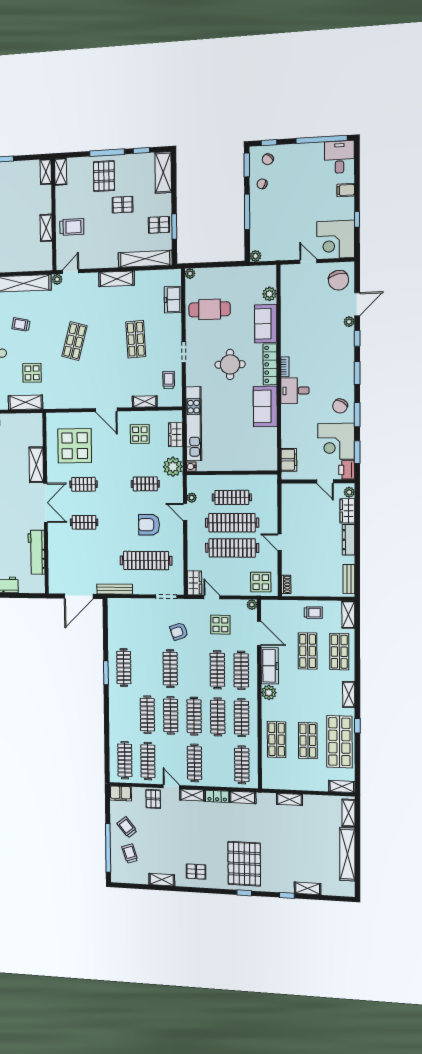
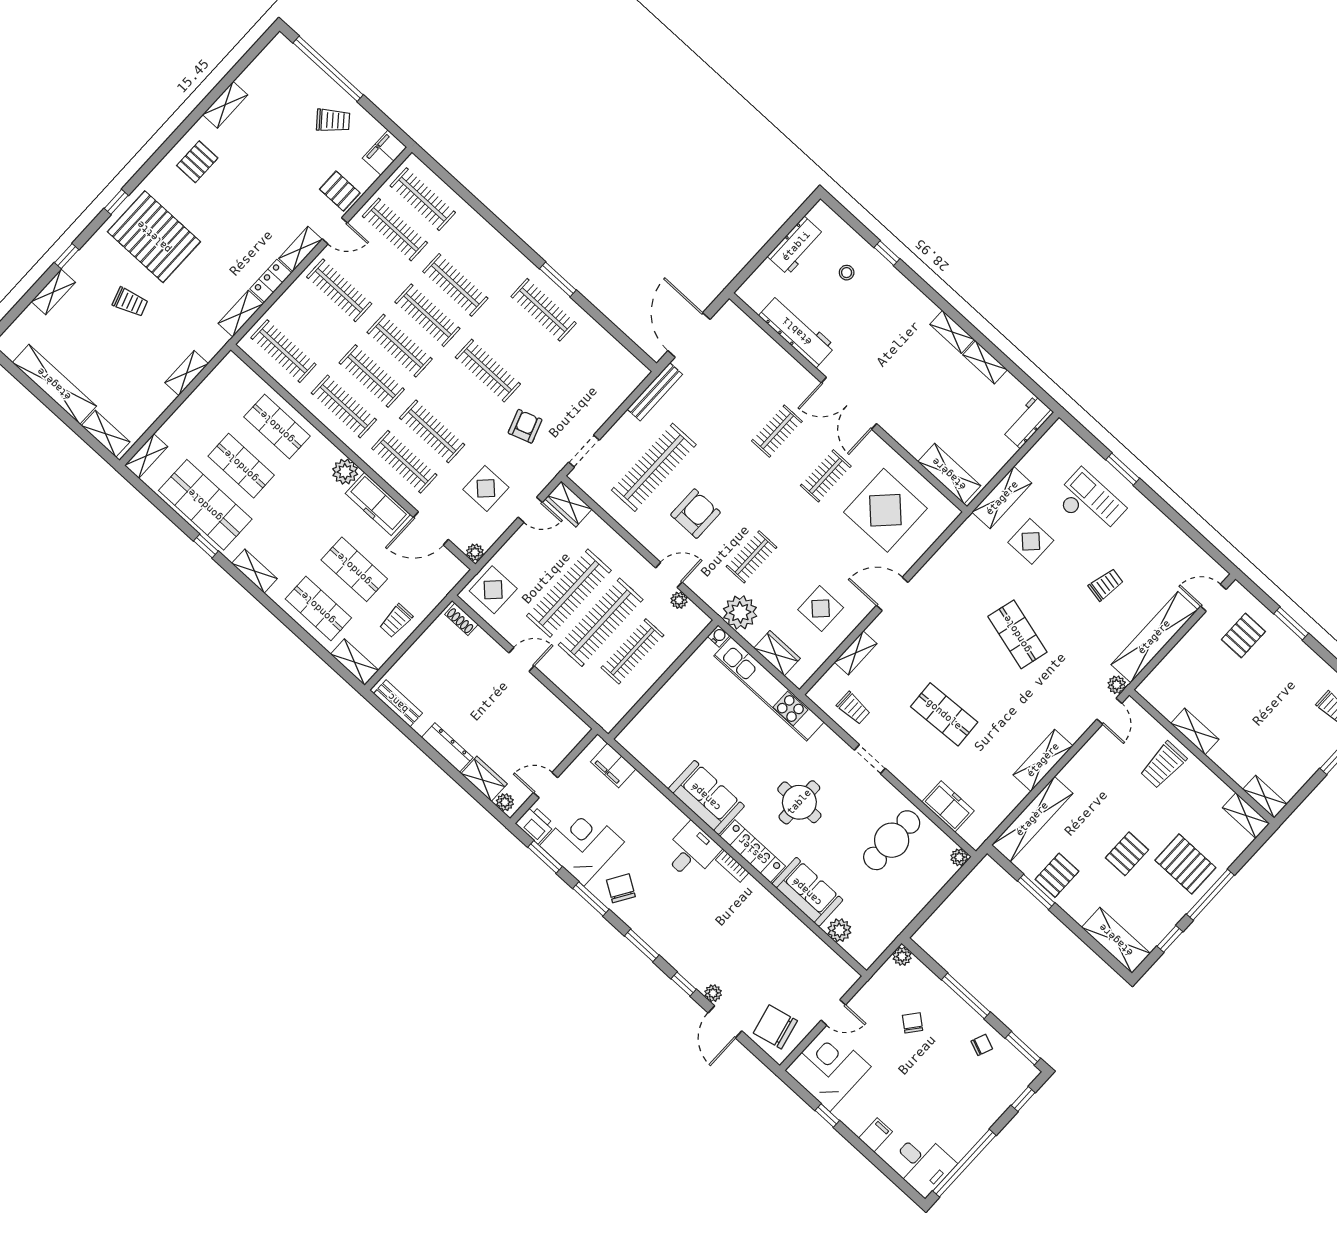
chair: (268, 159) -> (912, 1023), moved
shelving: (36, 465) -> (949, 474), moved
trolley: (130, 854) -> (130, 302), moved

